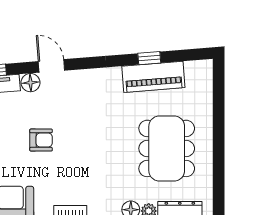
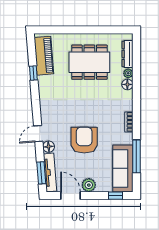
piano: (153, 77) -> (44, 56), moved
armchair: (41, 140) -> (84, 140), width x1.88, depth x1.88

